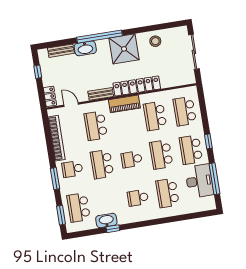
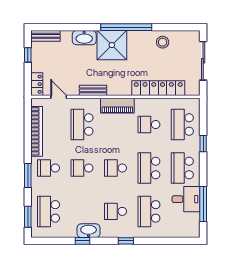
window: (100, 37) -> (126, 27), moved
shower: (124, 49) -> (112, 45), moved
bench: (61, 51) -> (46, 36), moved
locker: (137, 86) -> (158, 88), moved
school desk: (155, 116) -> (149, 125), width x0.54
window: (208, 141) -> (203, 144), moved
school desk: (102, 164) -> (82, 168), width x0.54
desk: (199, 181) -> (186, 199), width x0.73
washbasin: (106, 220) -> (88, 231), moved
window: (151, 222) -> (126, 241), added

